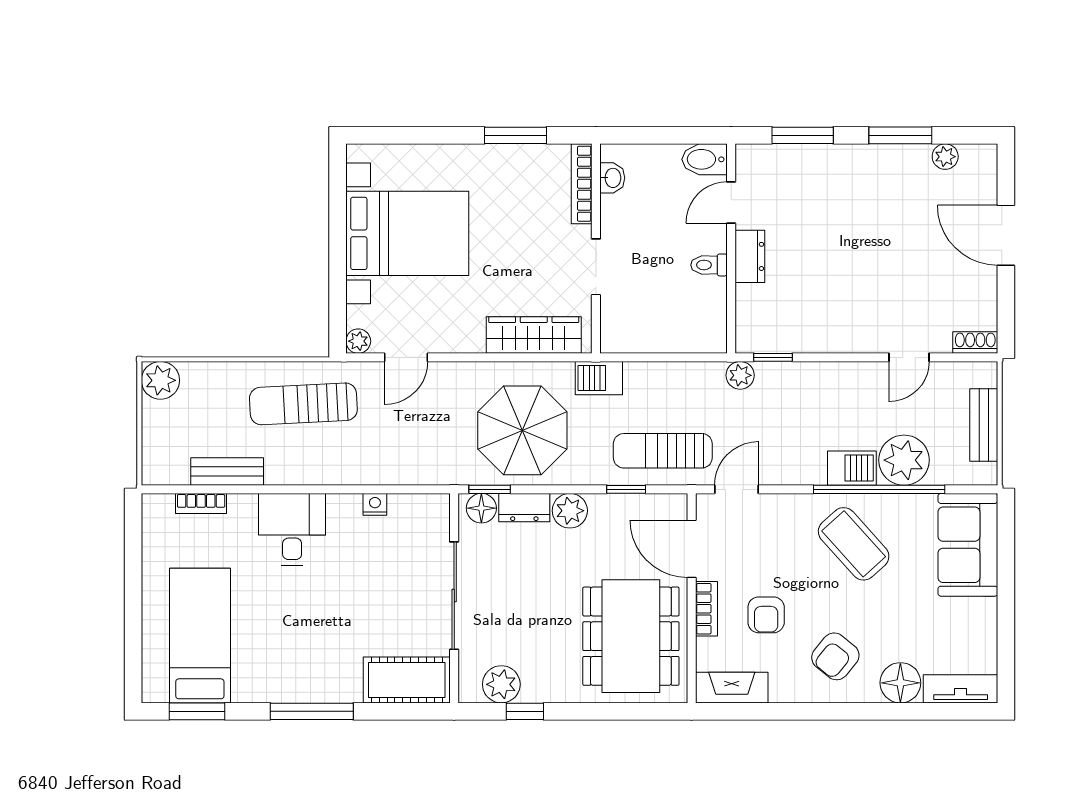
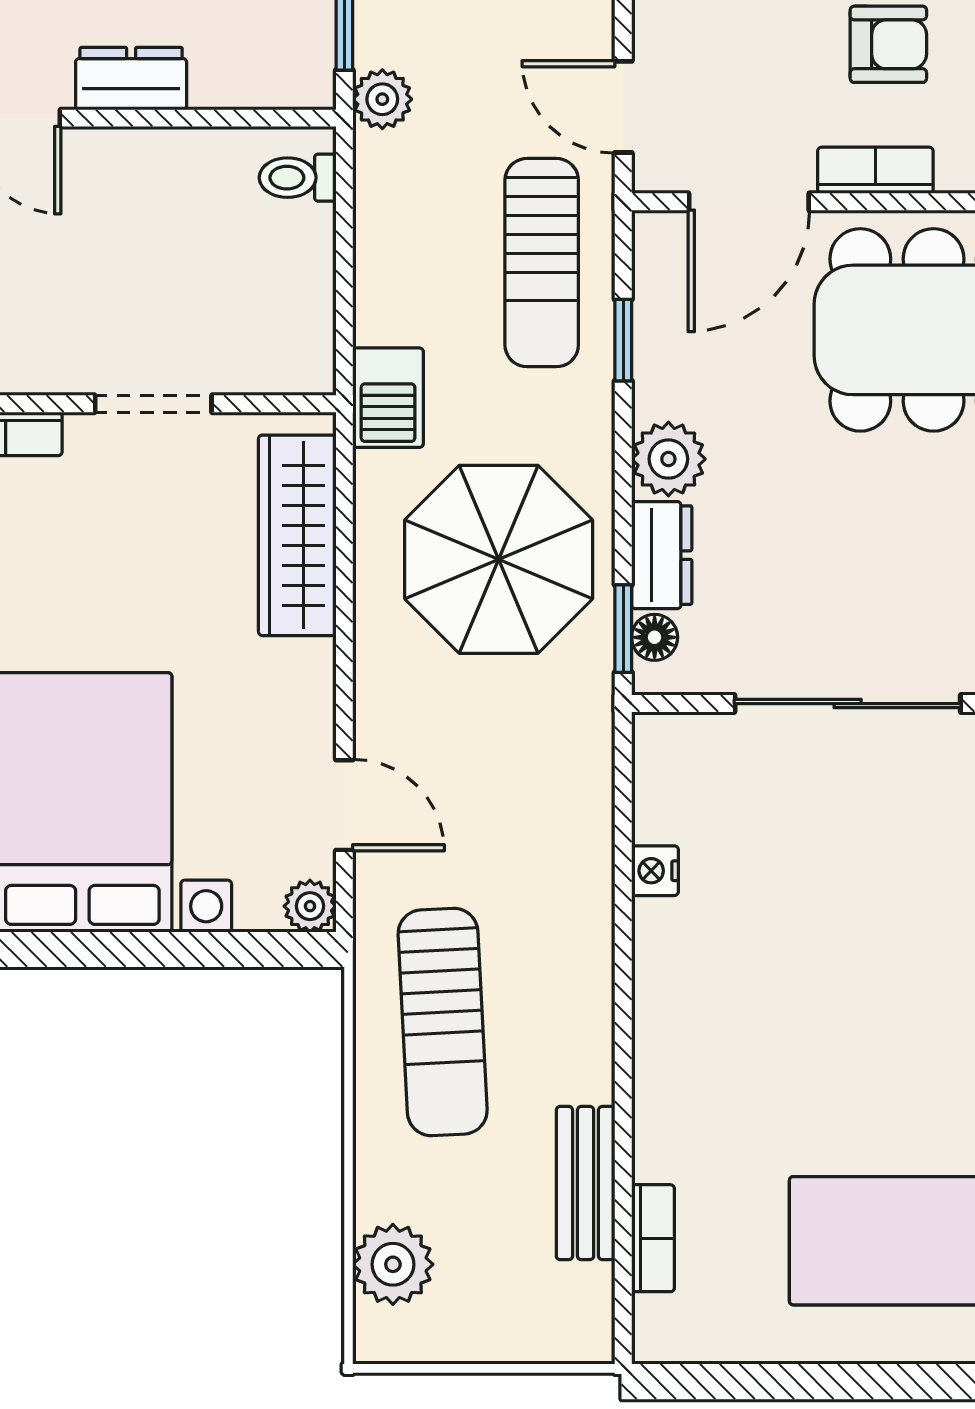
toilet: (709, 265) -> (298, 178), moved, turned 90
plant: (160, 380) -> (393, 1264), moved
floor lamp: (481, 508) -> (655, 637), width x0.73, depth x0.73
desk: (292, 529) -> (708, 1046), removed

